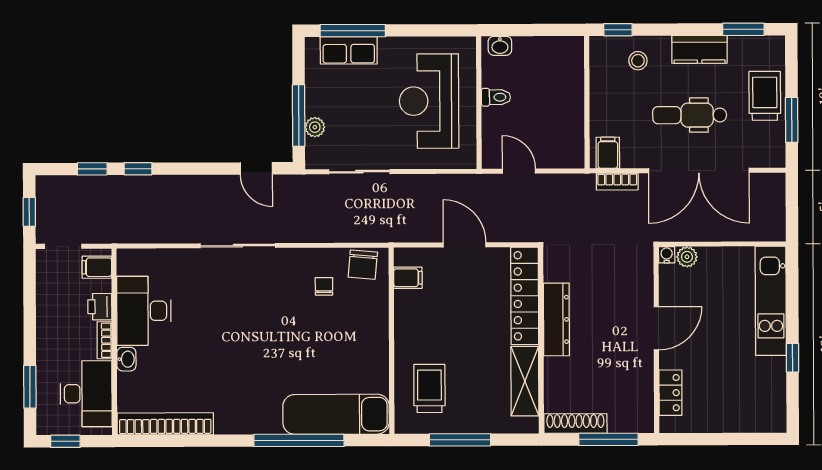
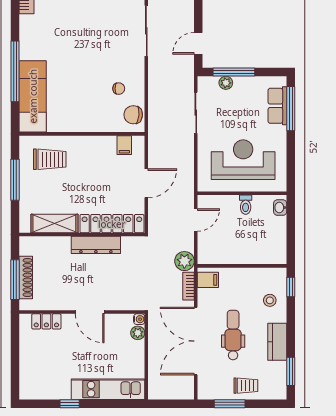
trolley: (765, 96) -> (246, 386), width x0.73, depth x0.72
plant: (580, 188) -> (184, 261), added
shoe rack: (575, 424) -> (26, 277), moved

